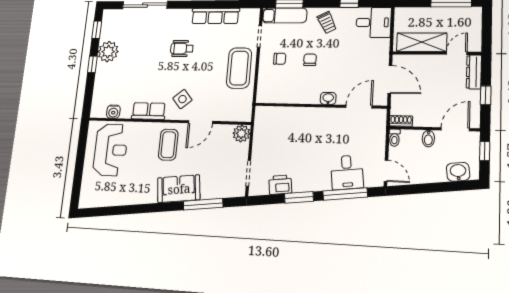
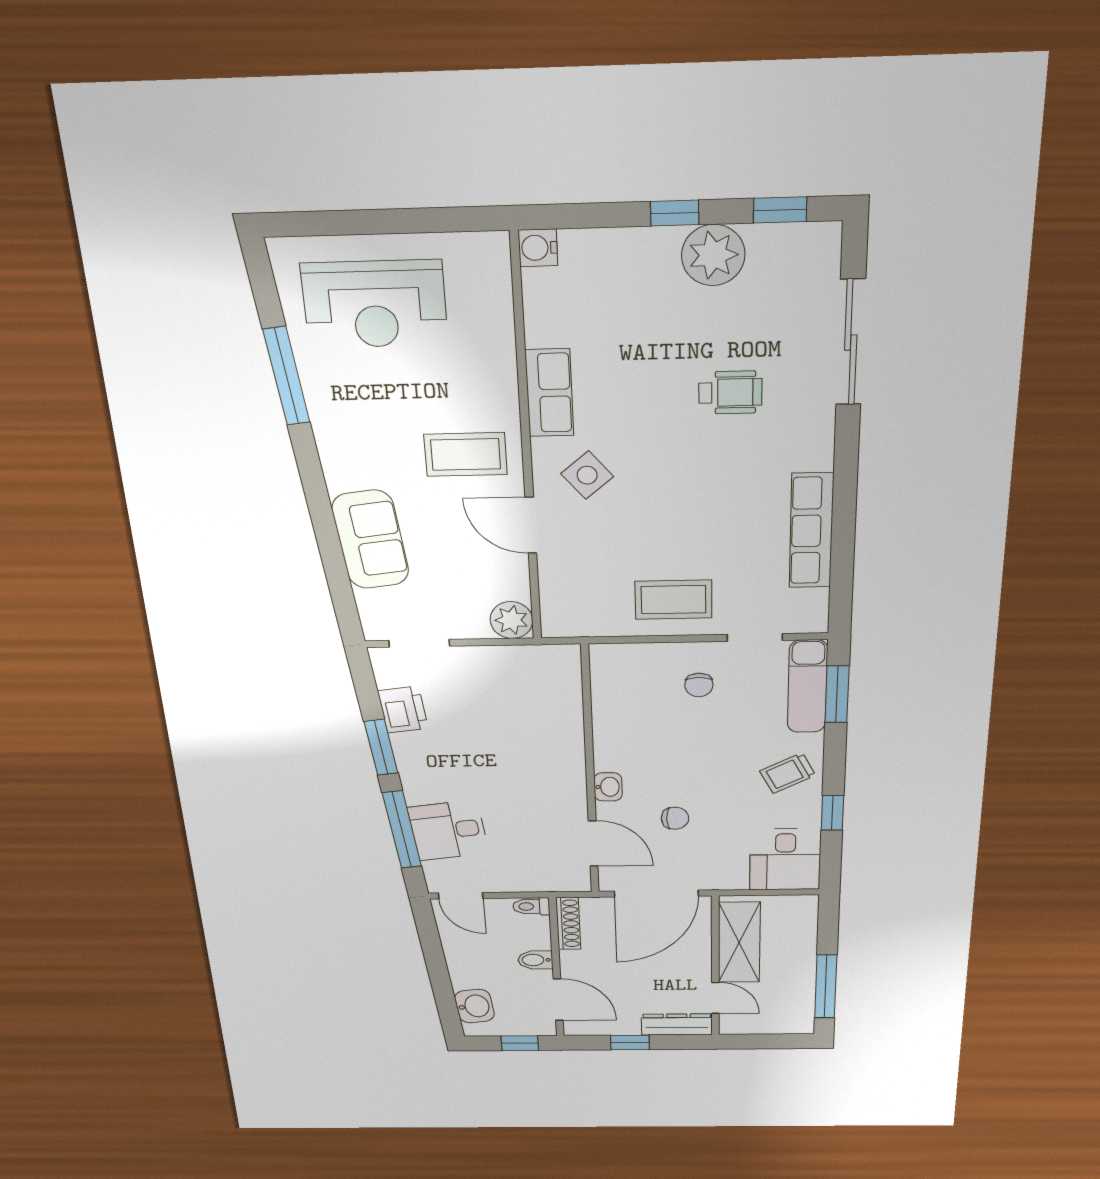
wheelchair: (182, 49) -> (730, 392), moved, turned 90
chair: (310, 60) -> (675, 818), moved
coffee table: (239, 68) -> (673, 600), width x0.73, depth x0.76
door: (390, 79) -> (656, 894), width x1.36
water cooler: (113, 112) -> (538, 248), moved
shoe rack: (401, 121) -> (568, 923), width x1.43
reception desk: (111, 150) -> (375, 304), moved
door: (386, 171) -> (461, 896), hinge flipped
sofa: (179, 189) -> (370, 540), moved
window: (203, 204) -> (286, 376), moved

